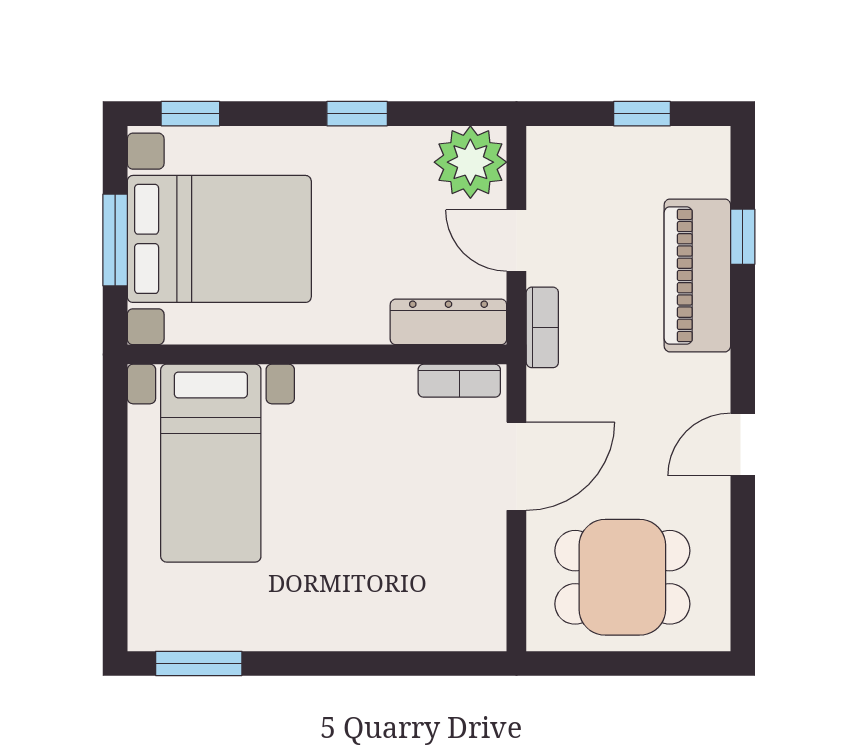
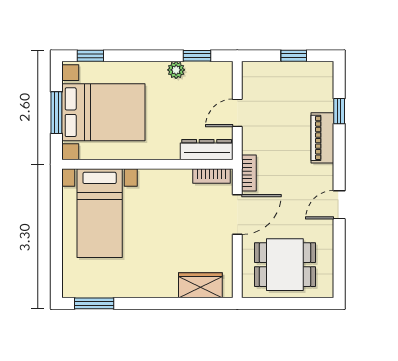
window: (357, 114) -> (197, 56), moved
plant: (470, 162) -> (176, 70), moved, width x0.53, depth x0.53
door: (516, 240) -> (237, 113), hinge flipped
piano: (697, 275) -> (322, 138), width x0.73, depth x0.75
bookcase: (542, 327) -> (249, 173), moved
wardrobe: (435, 623) -> (200, 285), added

